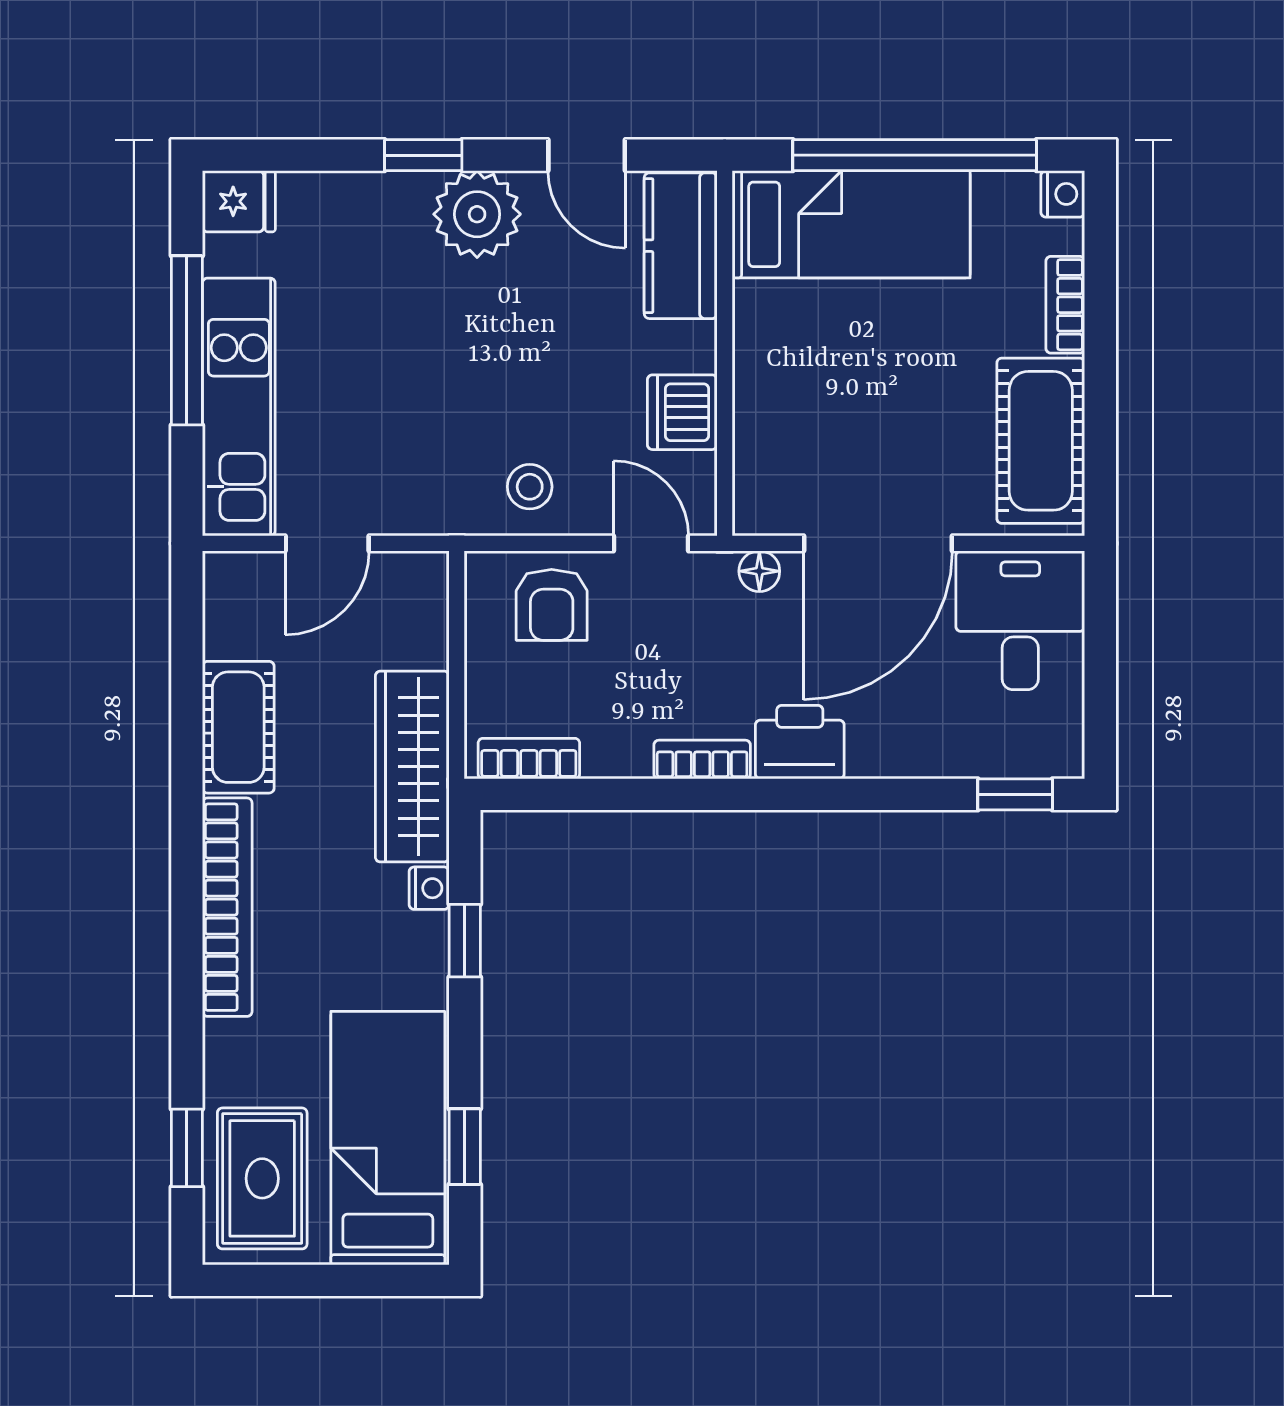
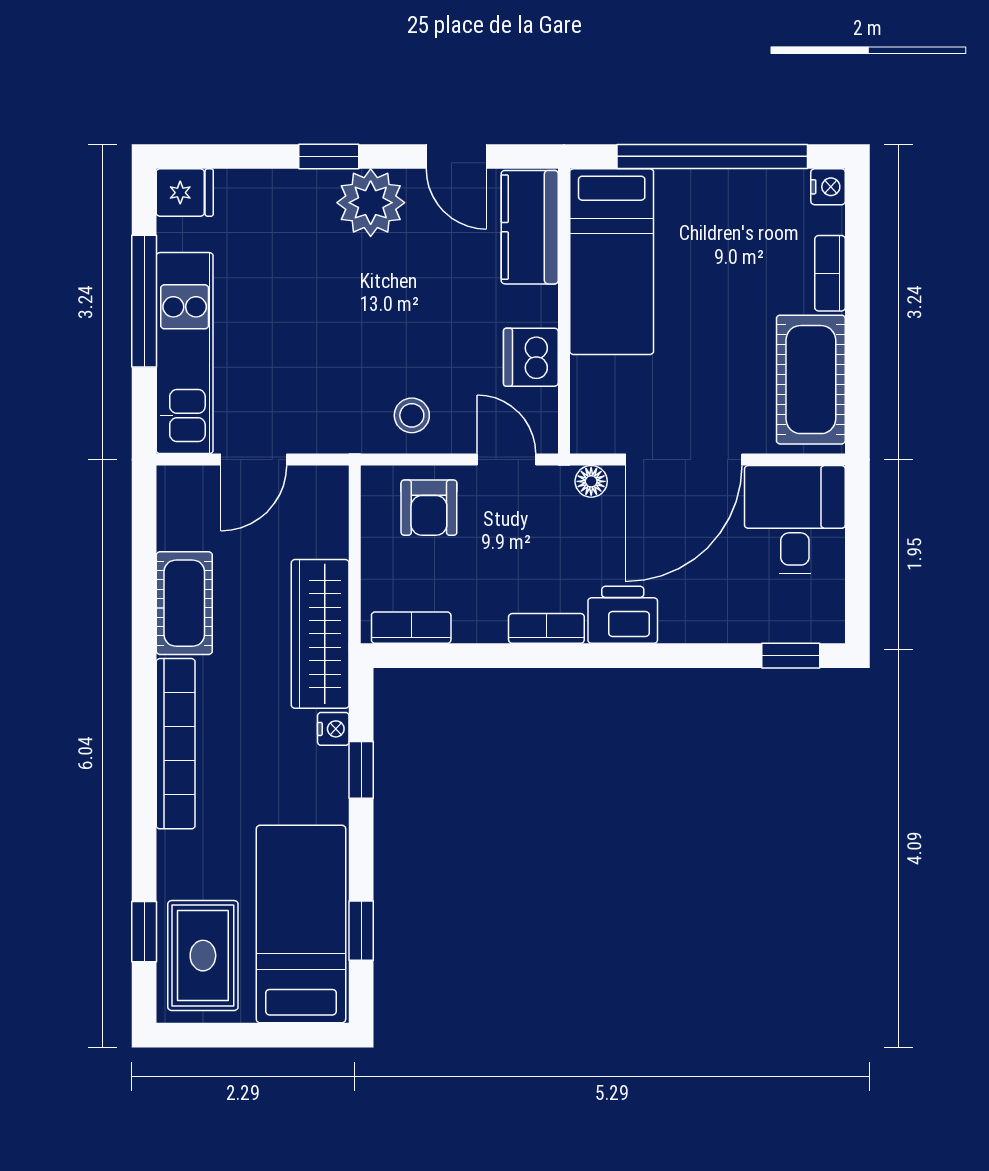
bed: (851, 224) -> (612, 262), moved, turned 90

